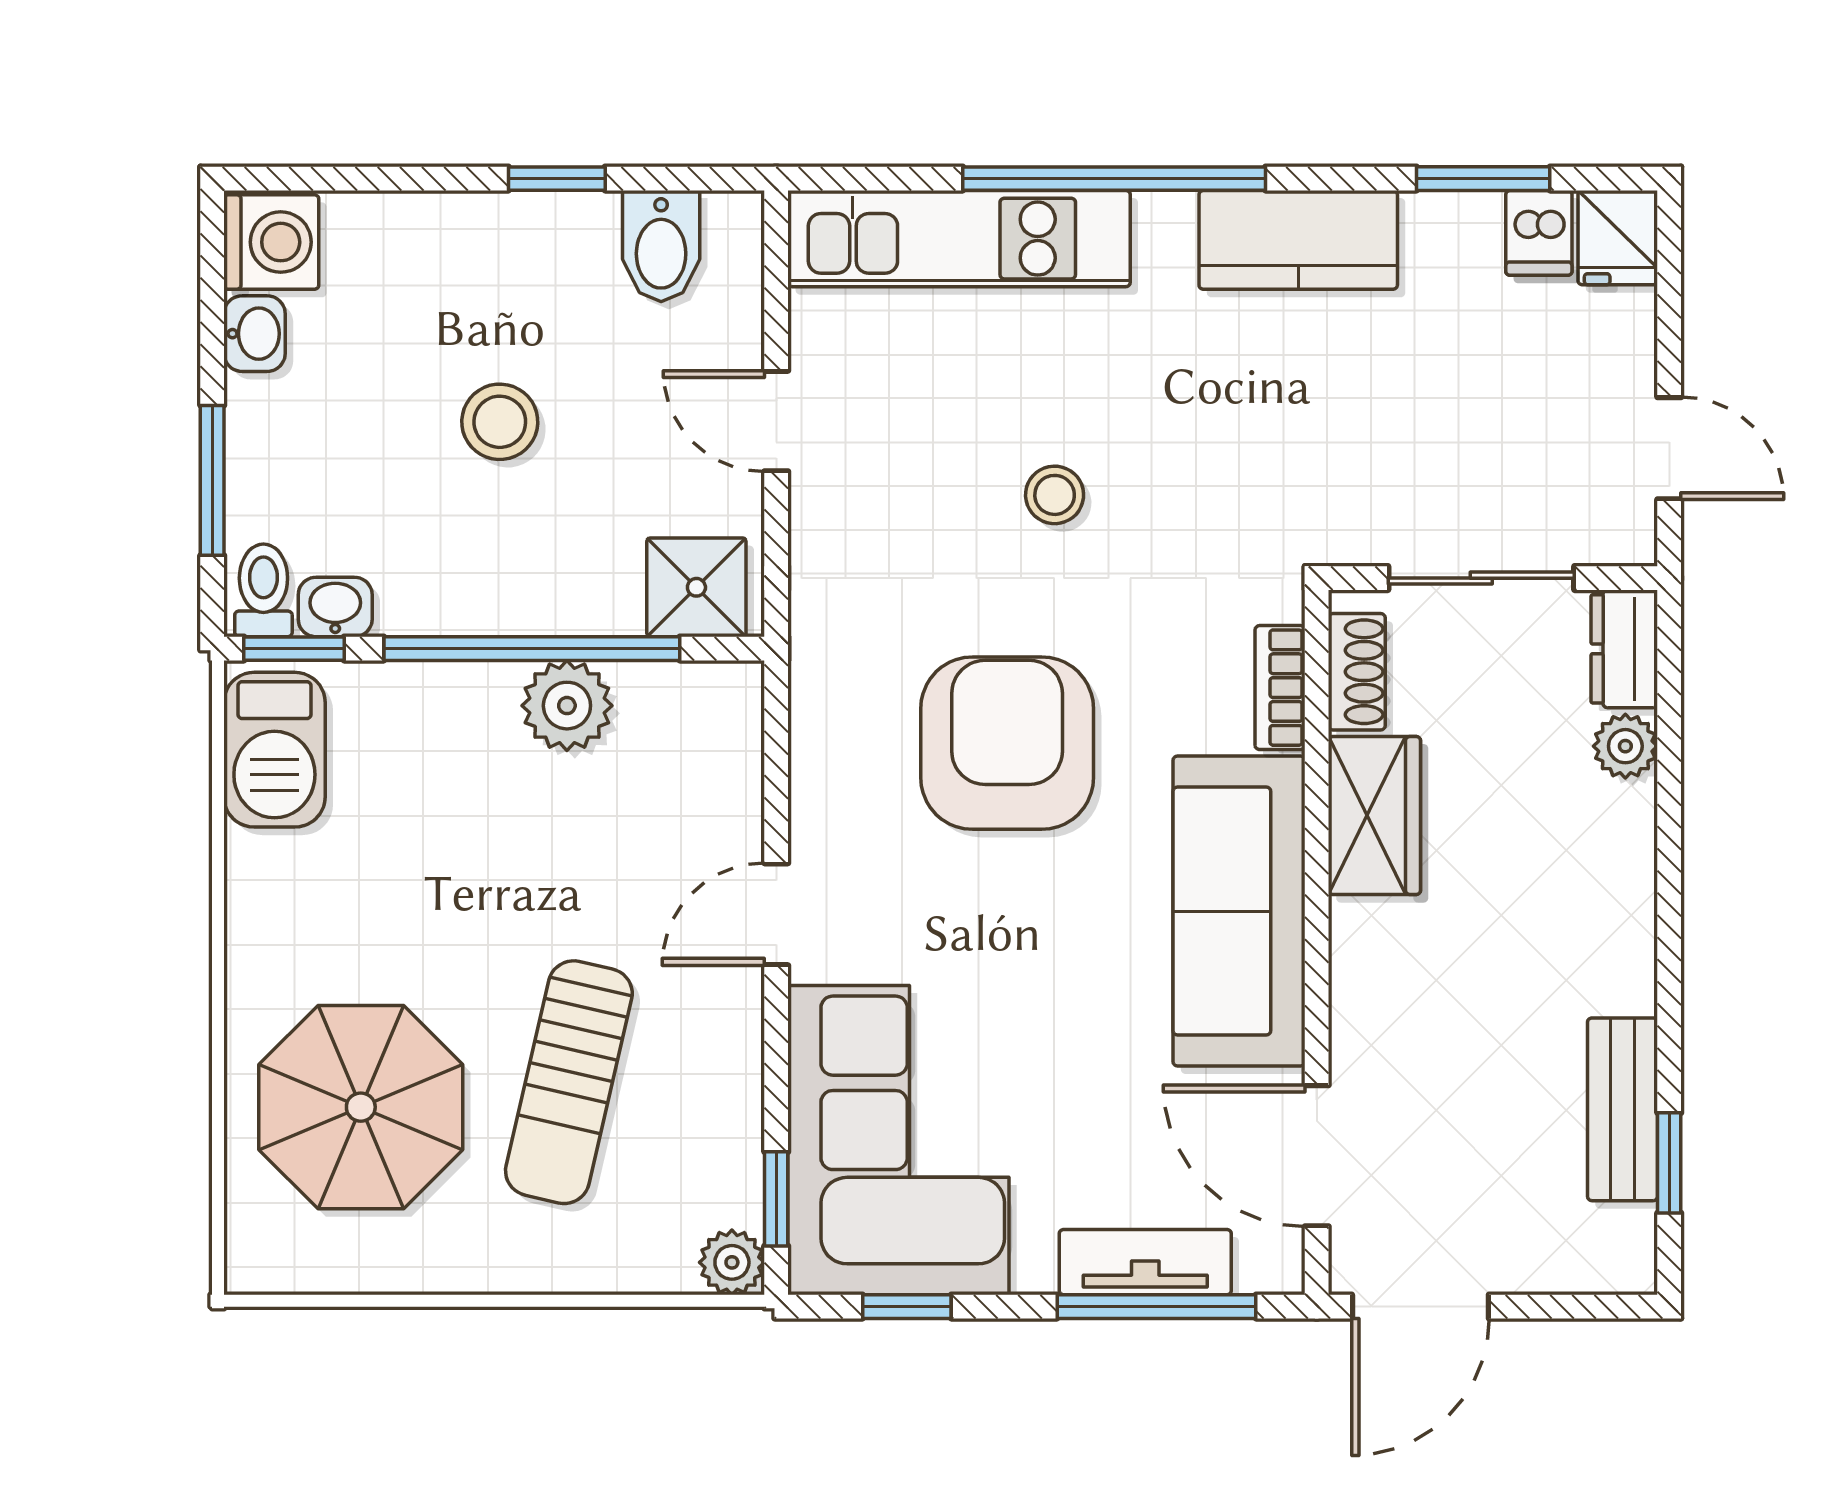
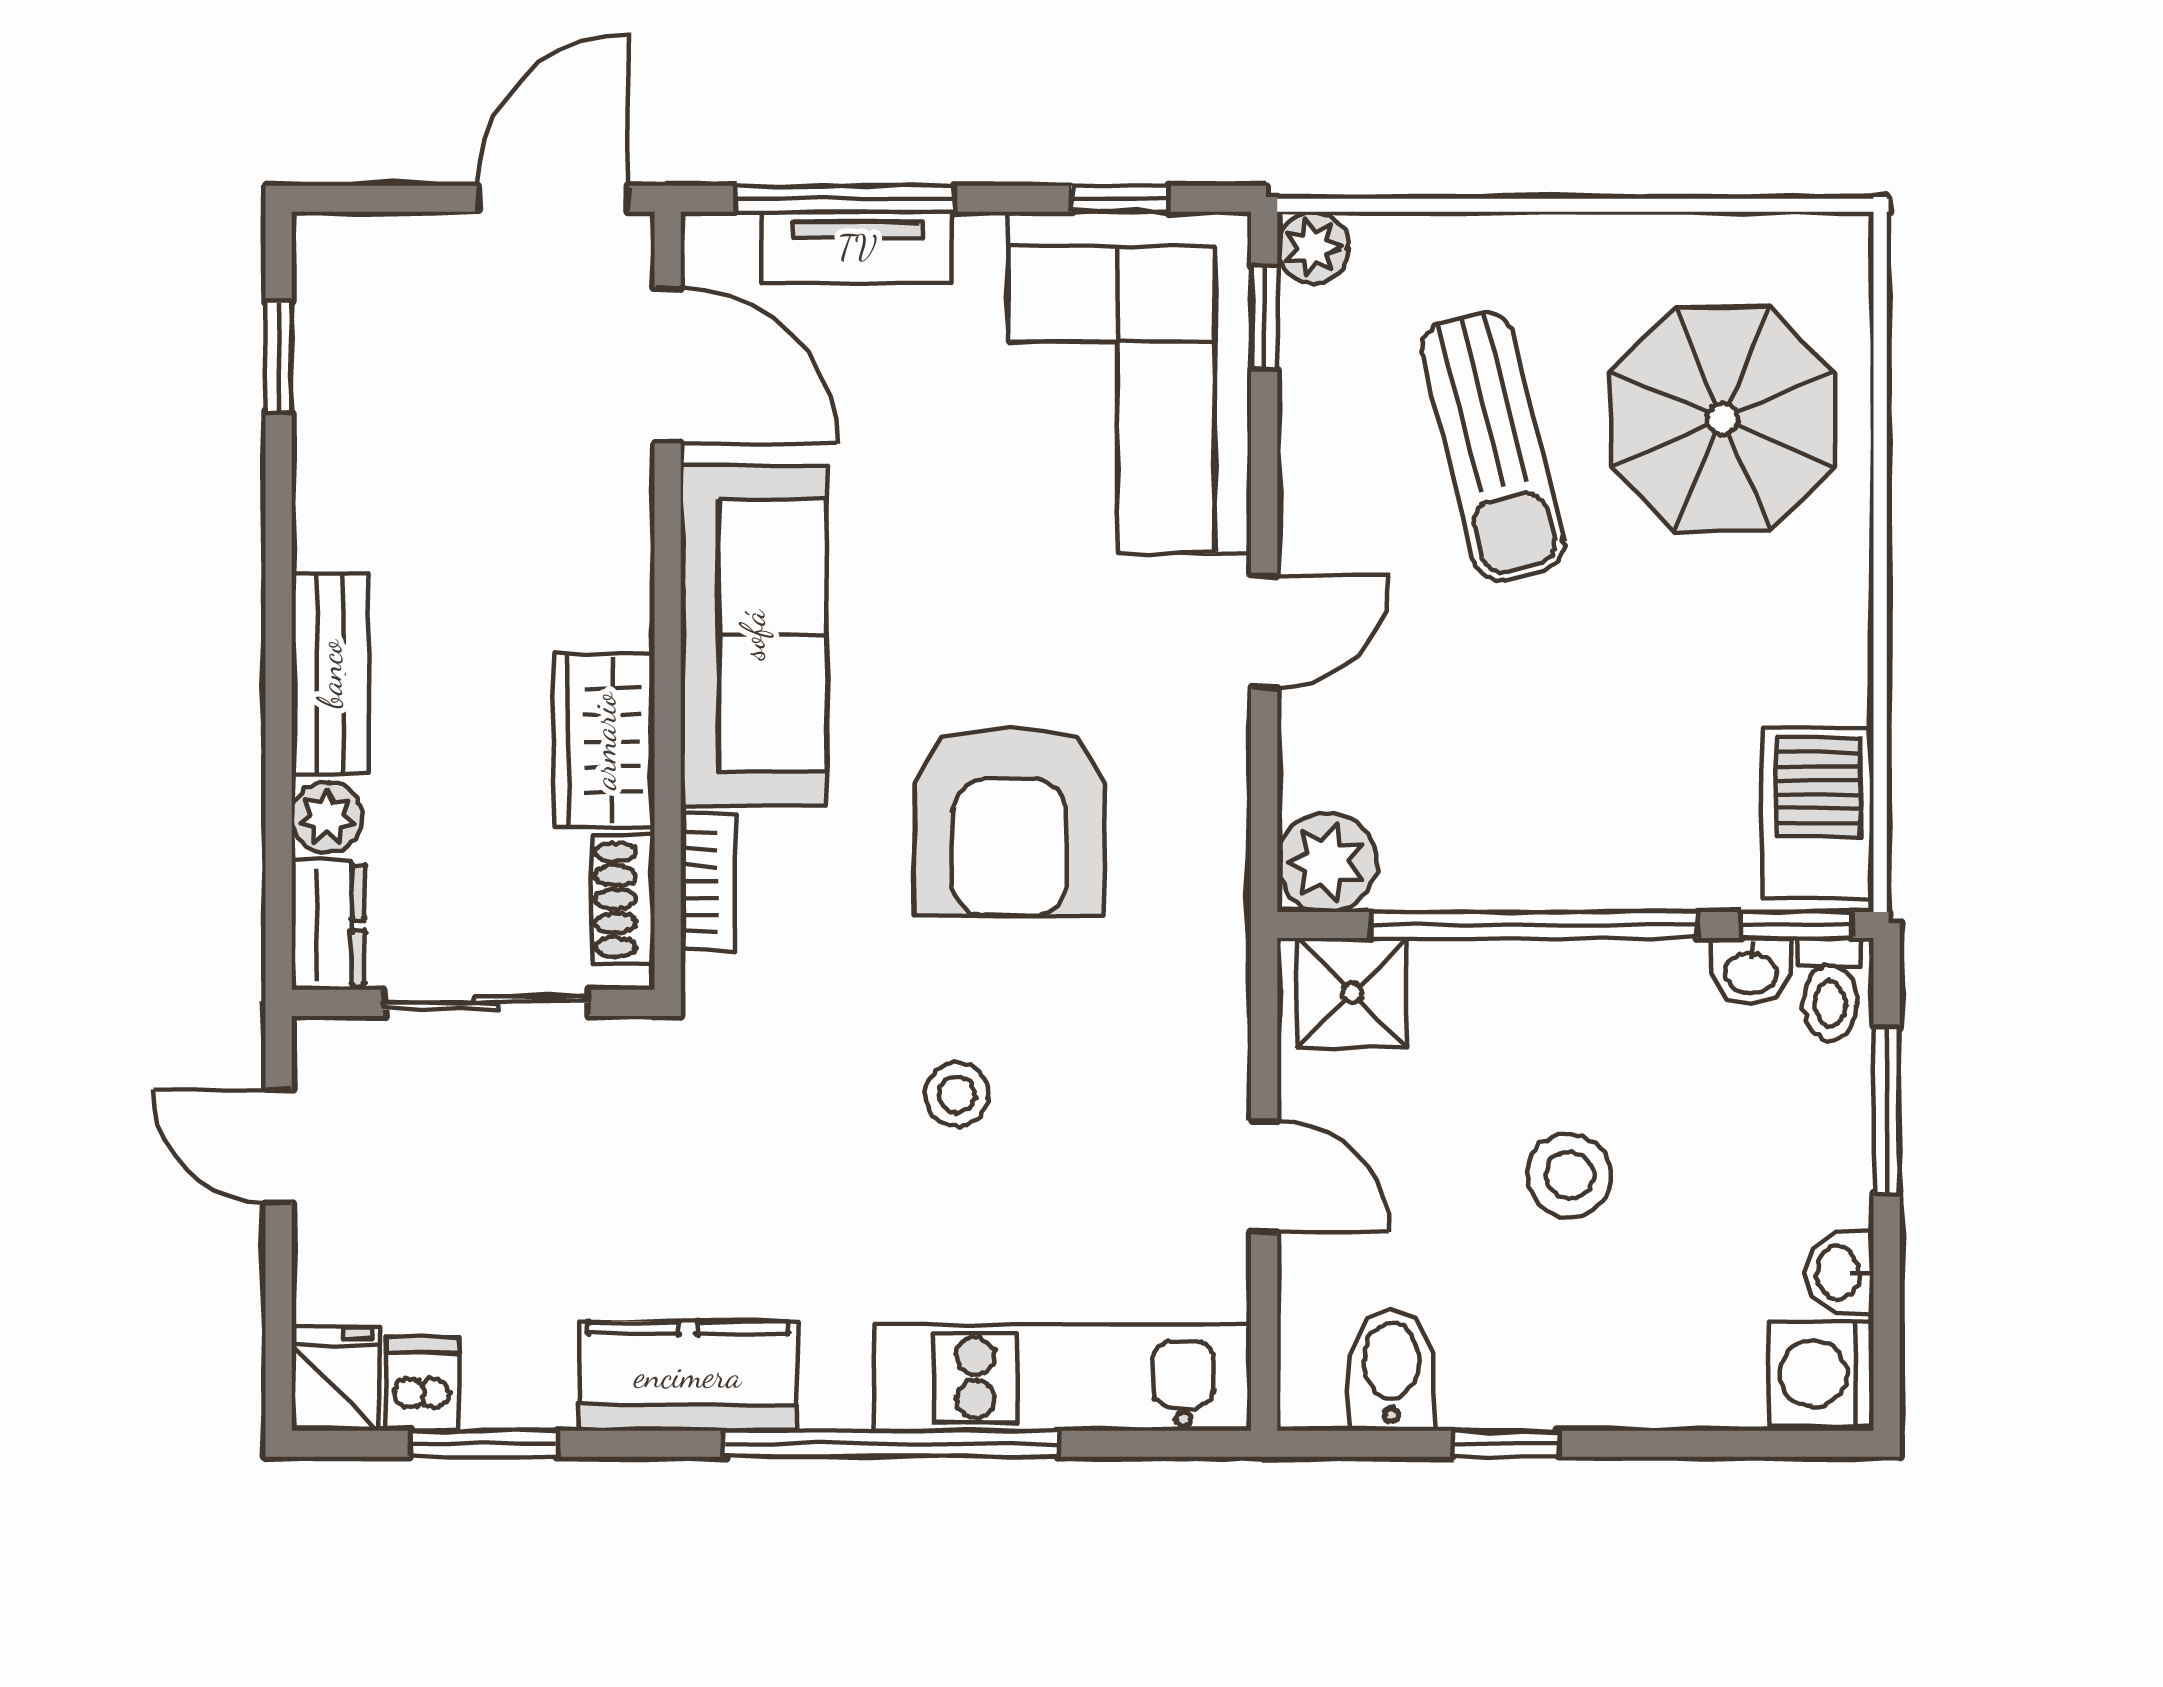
plant: (567, 706) -> (1327, 862), moved
sun lounger: (569, 1082) -> (1493, 446), turned 153
bench: (1623, 1109) -> (330, 674), moved

